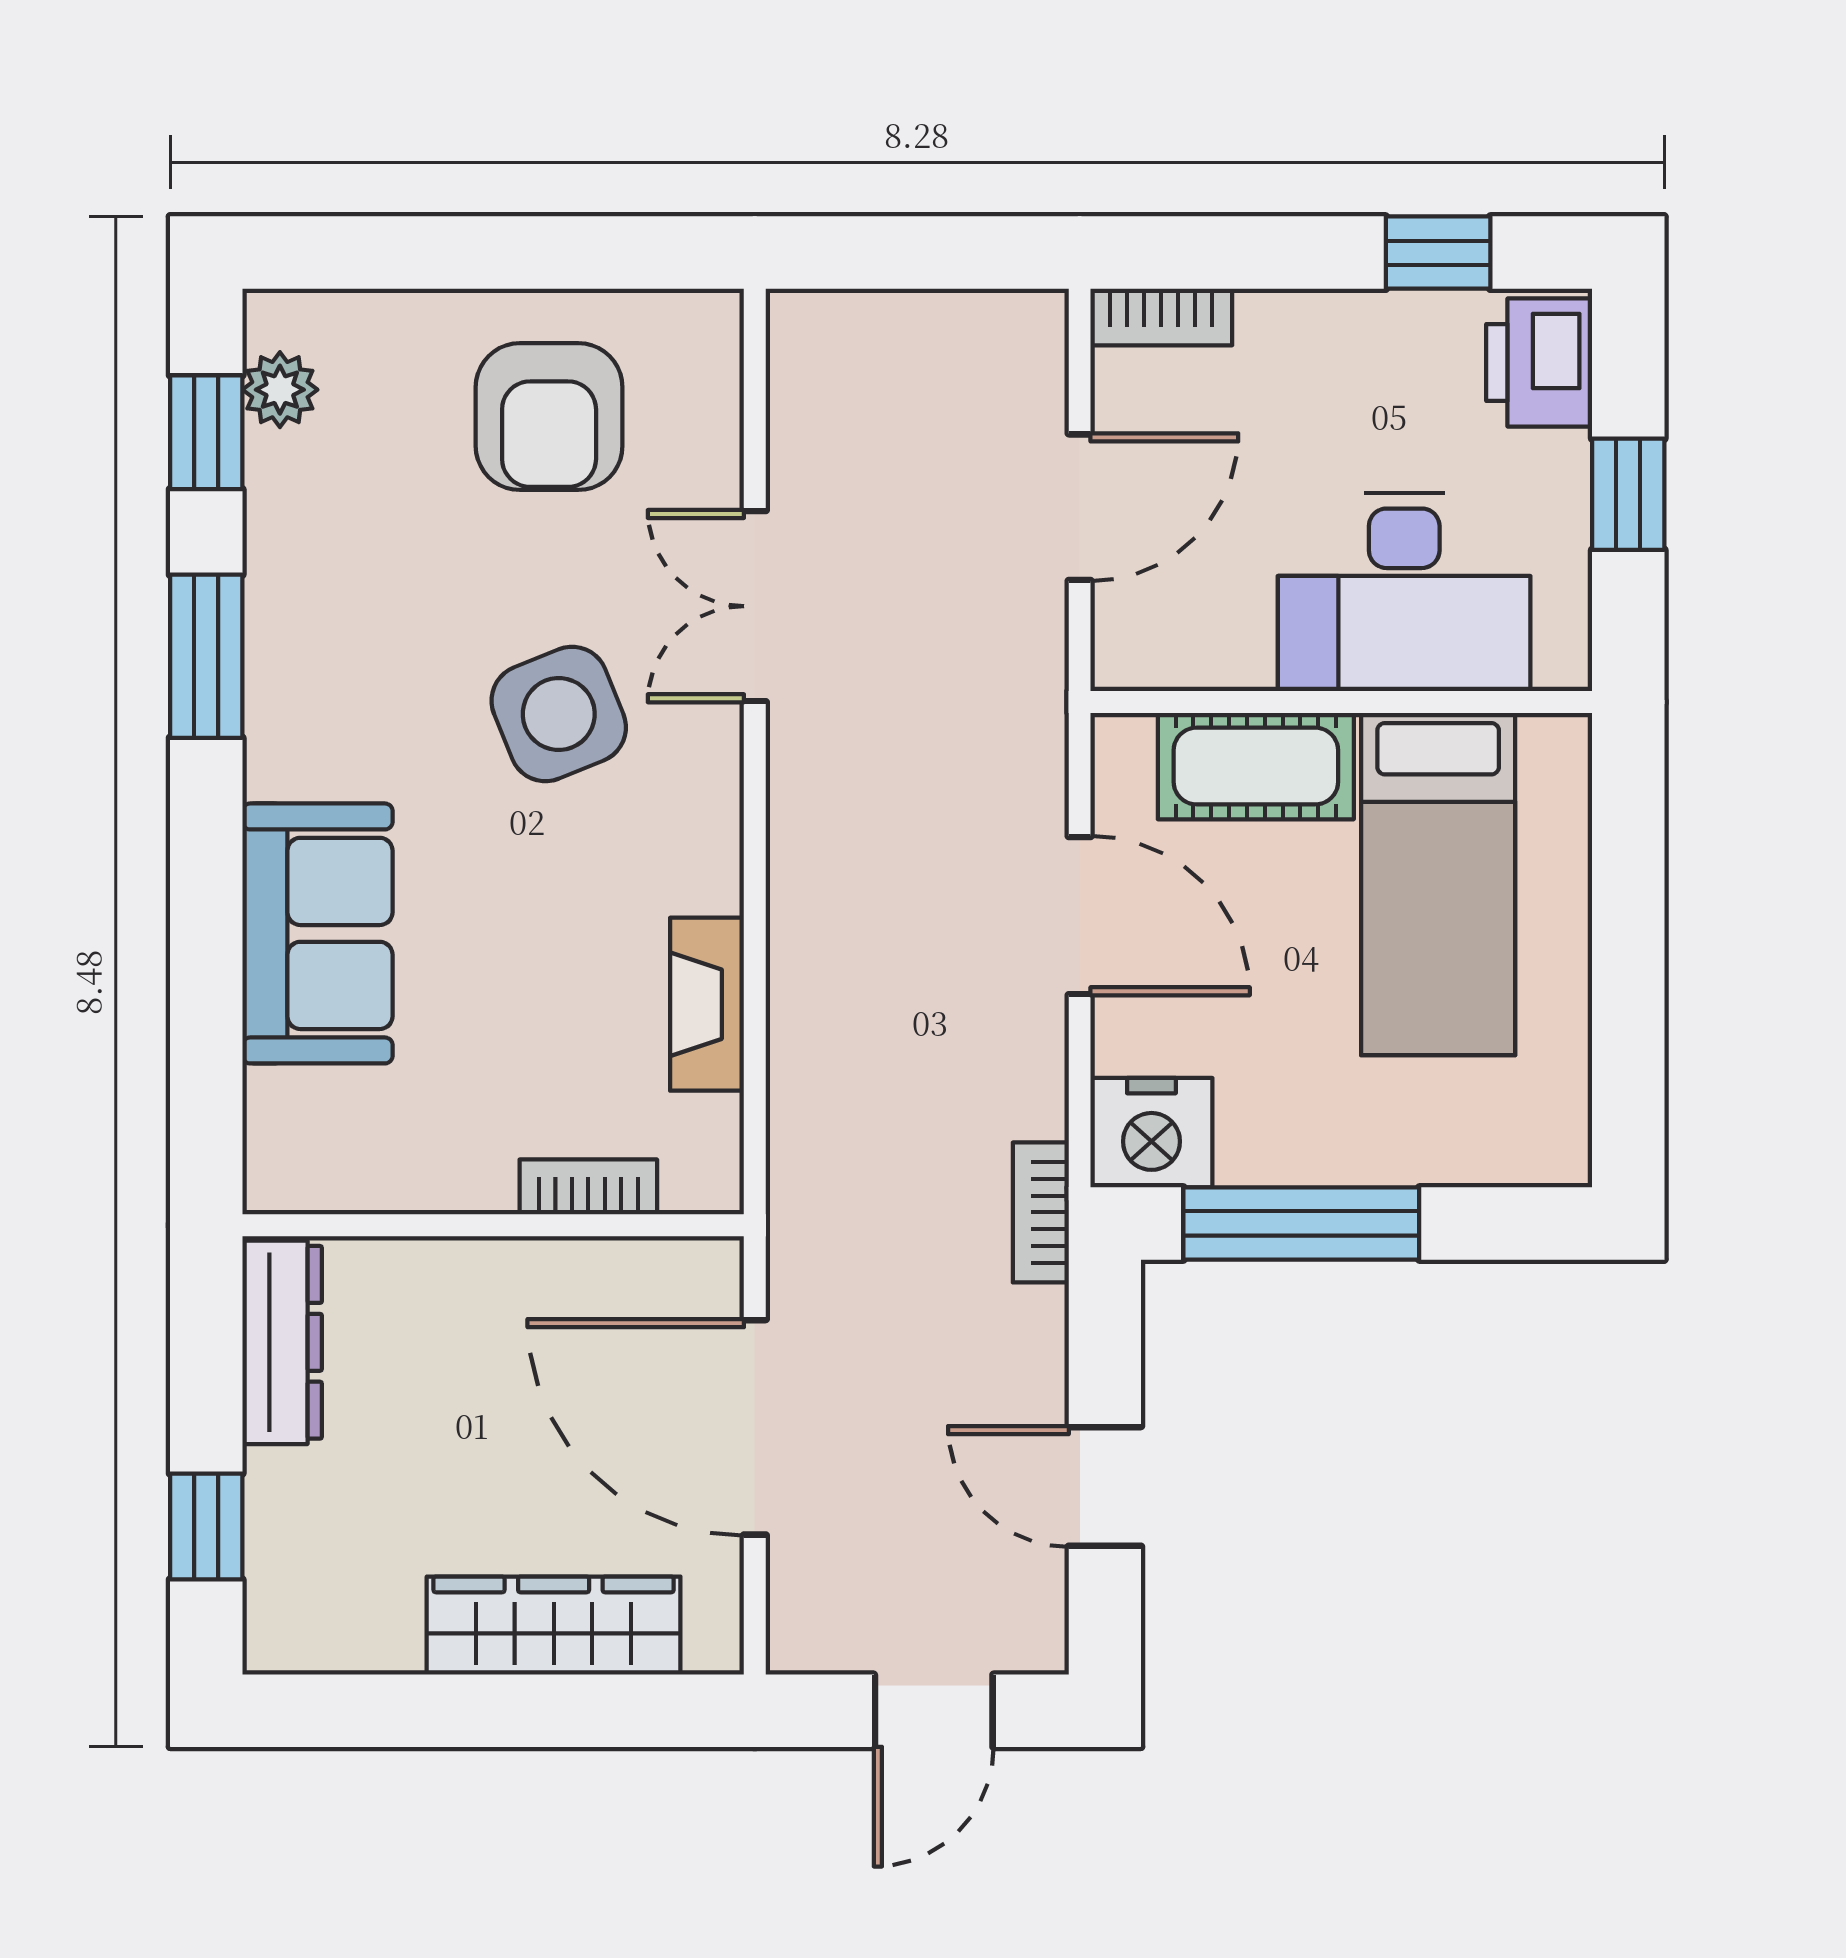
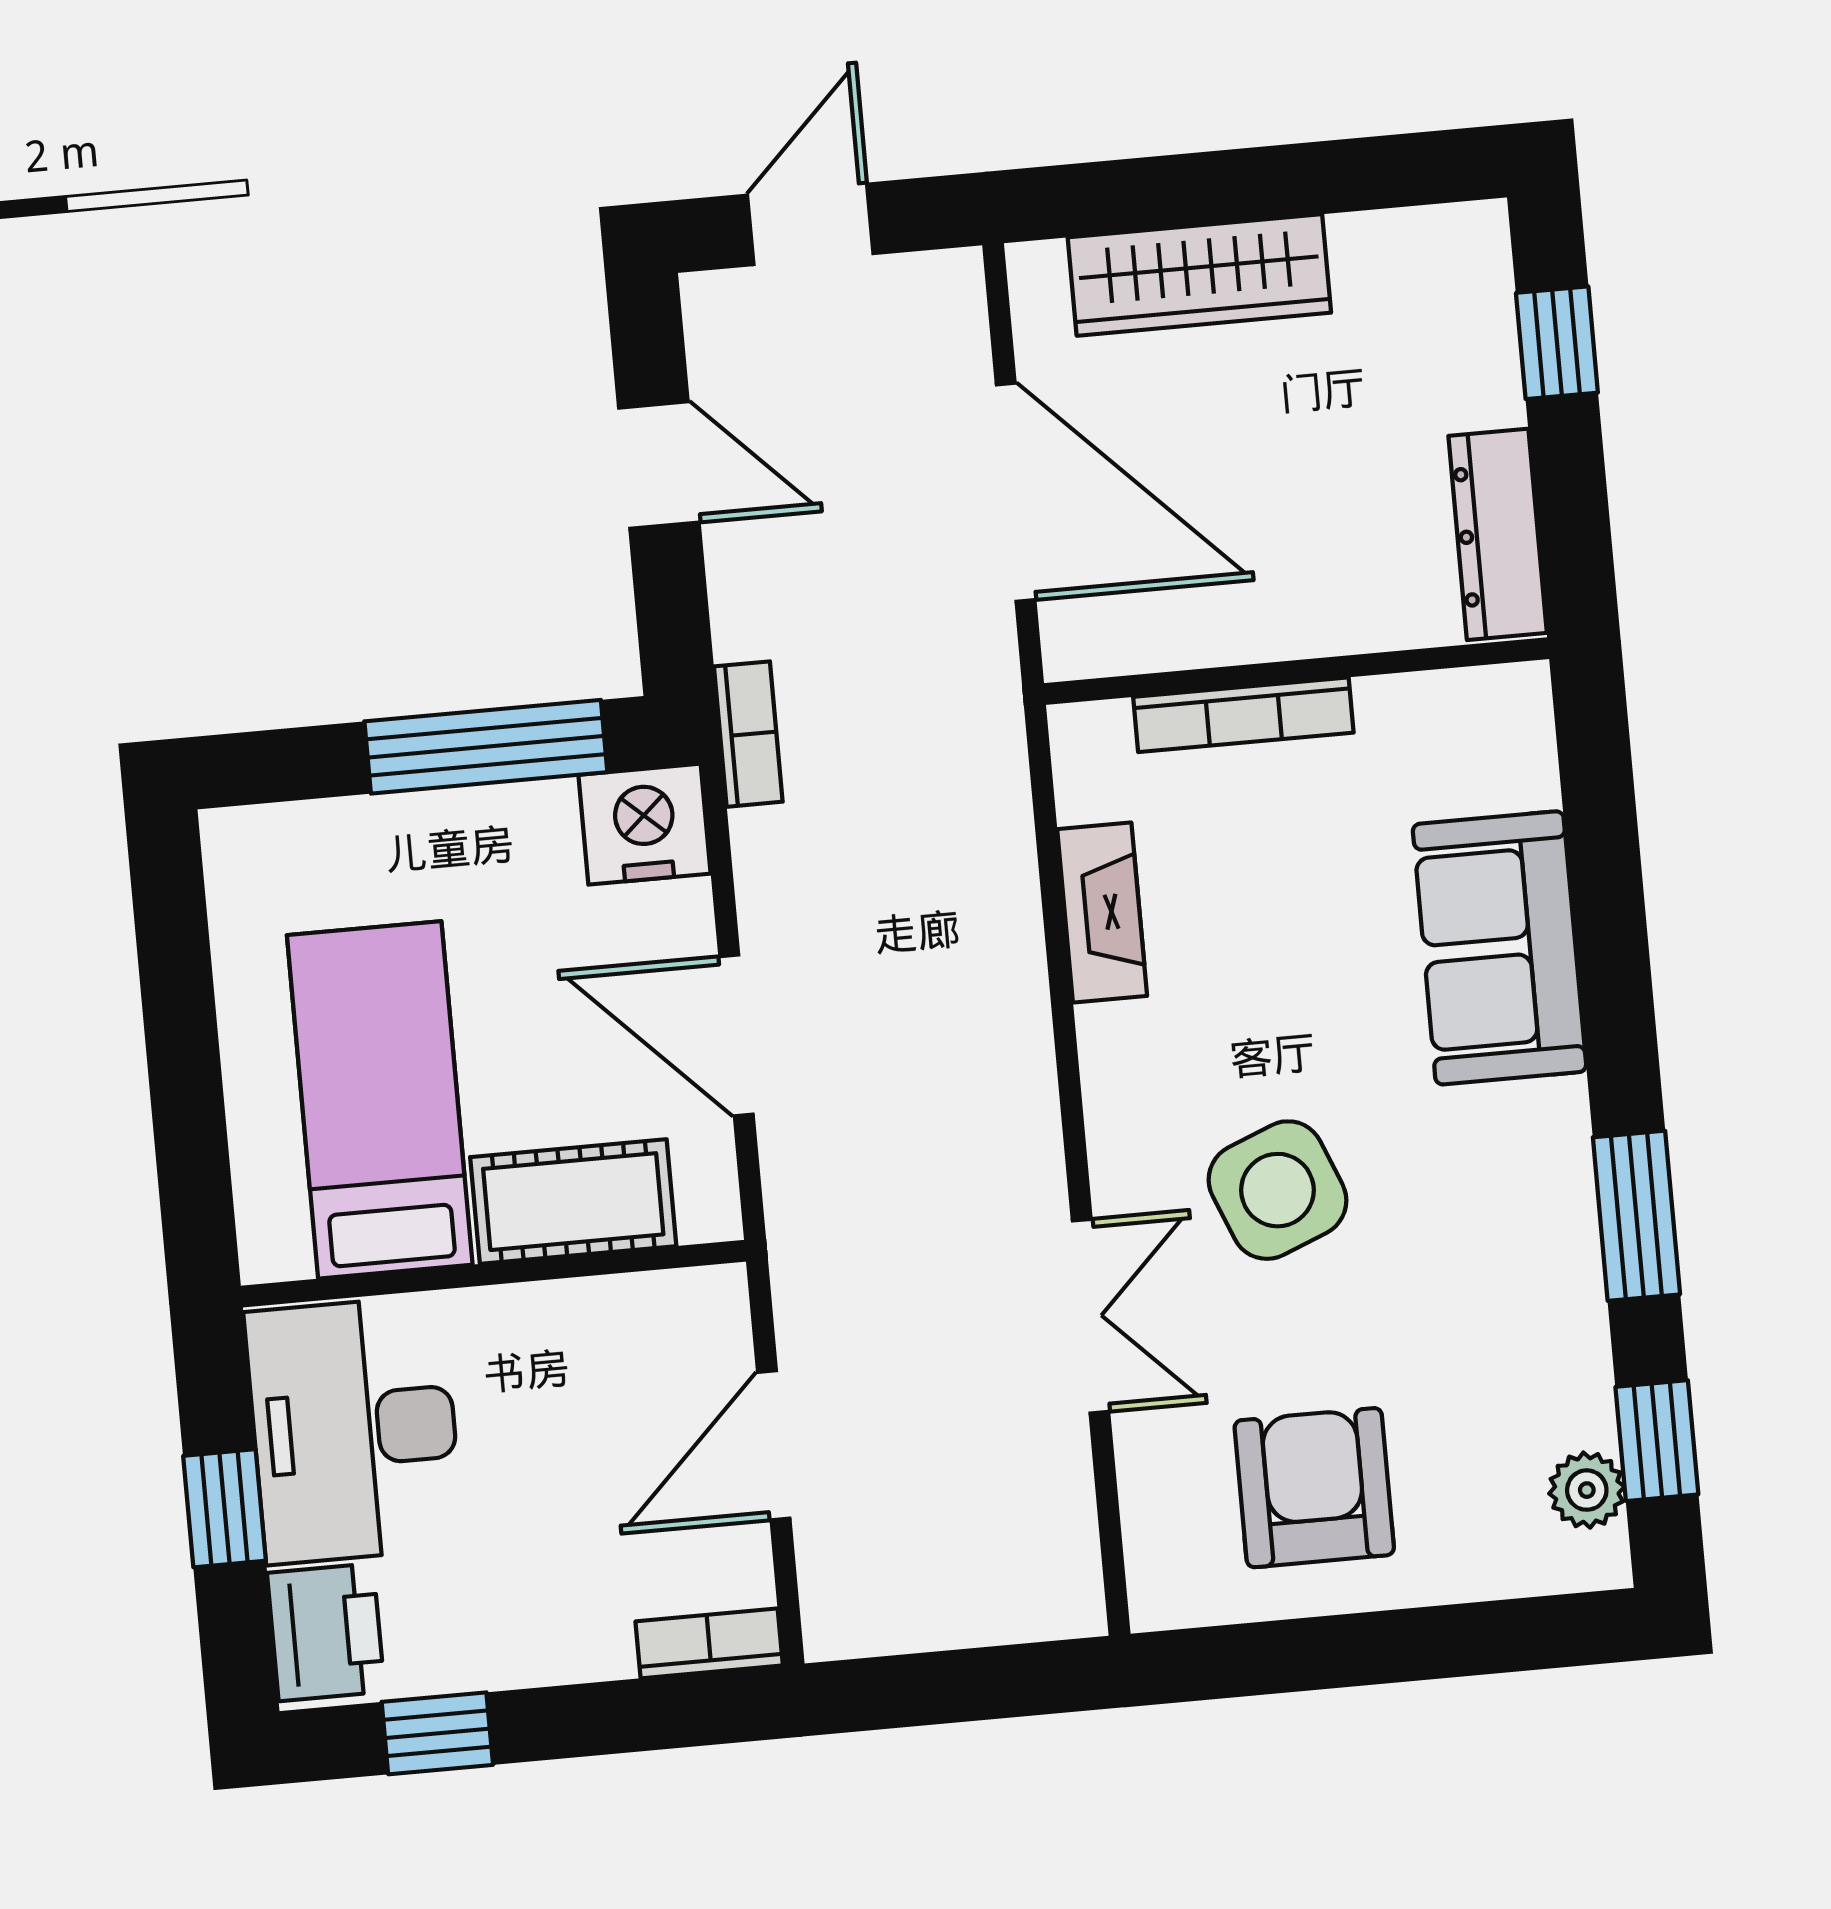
desk: (1404, 592) -> (354, 1430), moved, turned -90
bookcase: (588, 1187) -> (1243, 715), width x1.56

